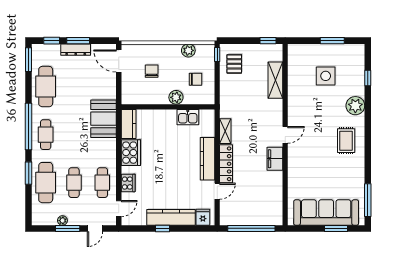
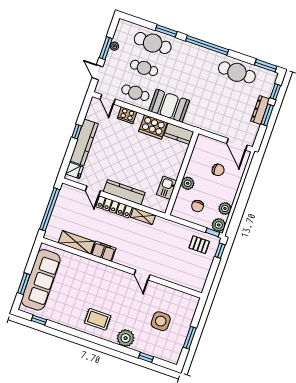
window: (268, 41) -> (220, 251), moved
plant: (207, 51) -> (219, 225), added
door: (119, 61) -> (237, 144), swing flipped
shelving: (275, 80) -> (76, 242), moved
booth: (104, 119) -> (169, 106), moved
cafe table: (46, 135) -> (195, 58), removed
door: (285, 135) -> (142, 275), moved
window: (368, 200) -> (39, 320), width x0.46

